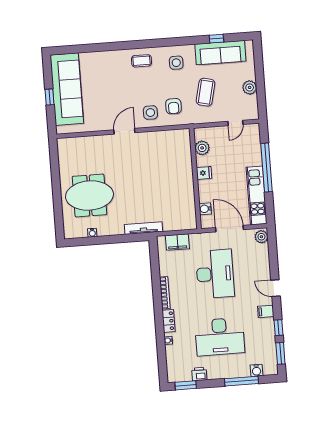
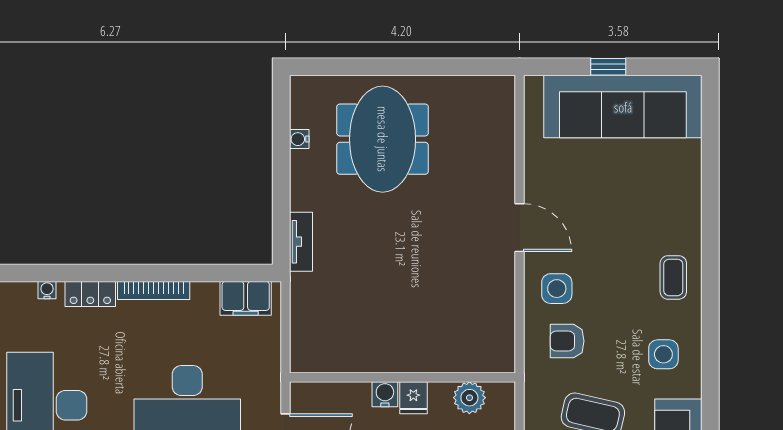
water cooler: (205, 209) -> (385, 394), moved
tv unit: (143, 228) -> (301, 242), width x0.71
filing cabinet: (177, 242) -> (246, 298), moved, turned -90

